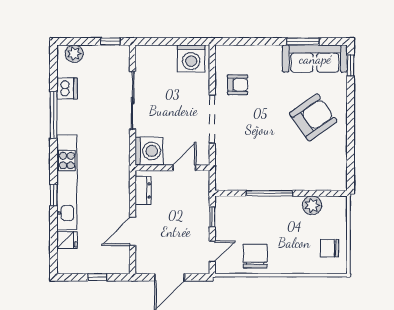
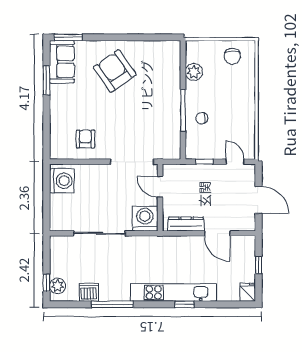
window: (110, 41) -> (46, 283), moved
sofa: (315, 59) -> (62, 62), width x0.73
window: (351, 66) -> (68, 37), width x1.50
doorway: (212, 119) -> (132, 162), moved
dresser: (143, 190) -> (186, 224), width x1.44
fridge: (67, 240) -> (248, 292), moved
chair: (255, 256) -> (202, 118), moved, width x0.54, depth x0.54

